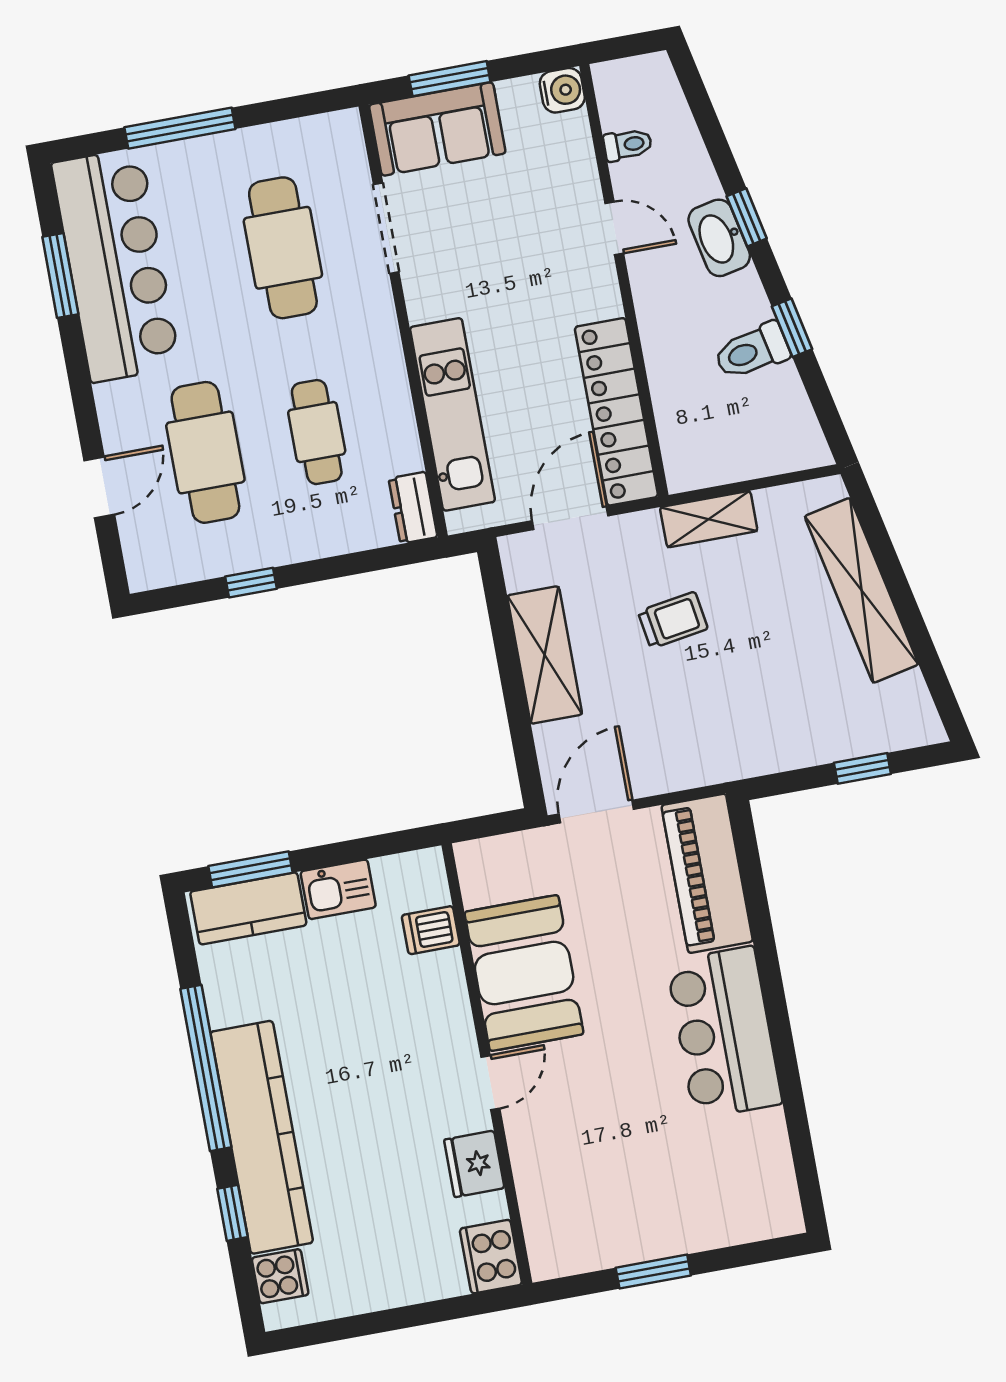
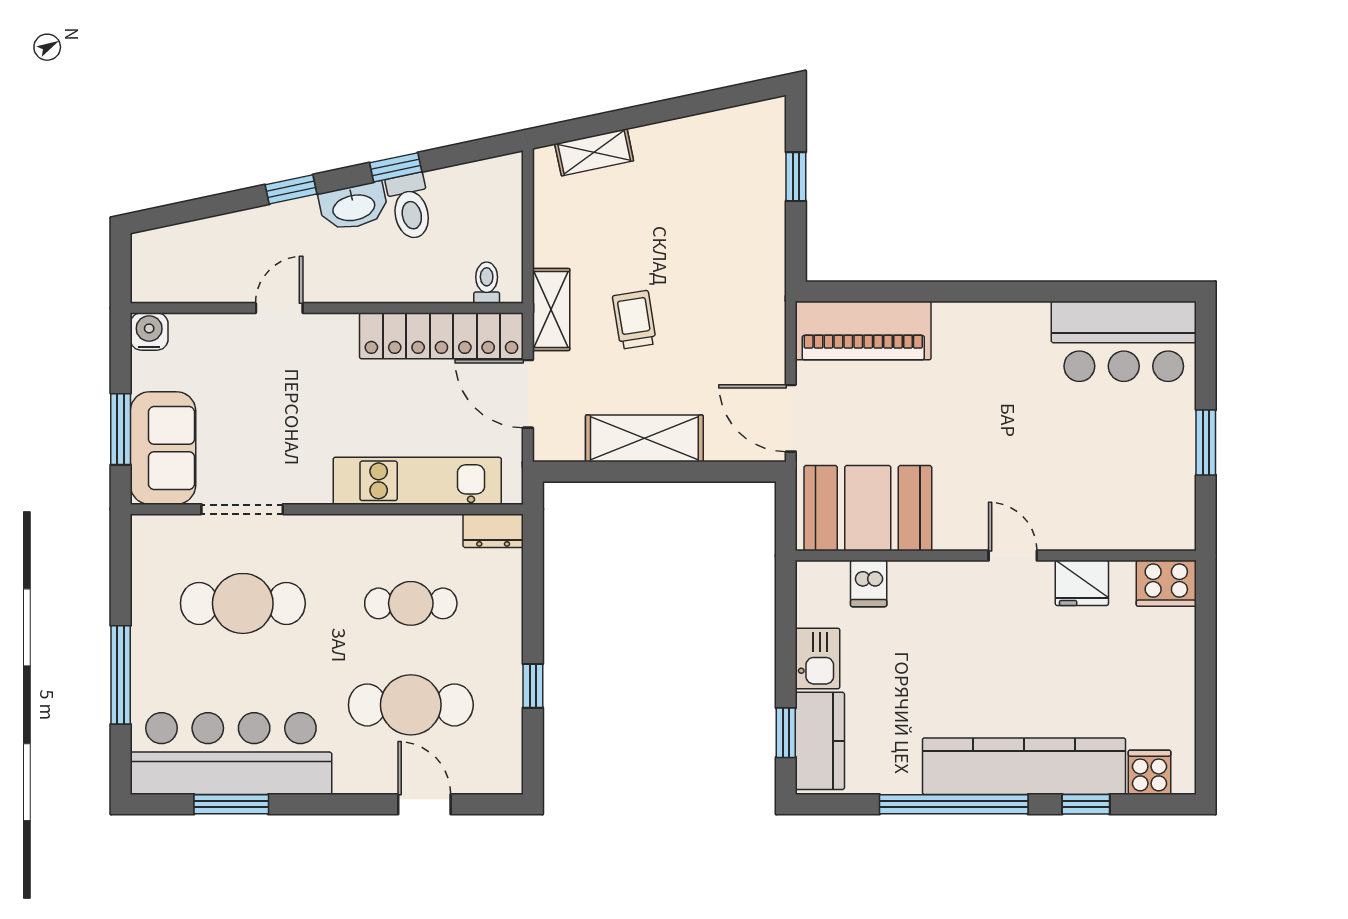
toilet: (628, 145) -> (487, 283), moved
washbasin: (719, 238) -> (354, 207), moved
shelving: (709, 519) -> (551, 309), moved
shelving: (861, 590) -> (594, 152), width x0.45, depth x0.75
window: (250, 869) -> (786, 733), width x0.67
booth: (524, 973) -> (868, 508), moved
bar counter: (724, 1033) -> (1124, 341), moved

